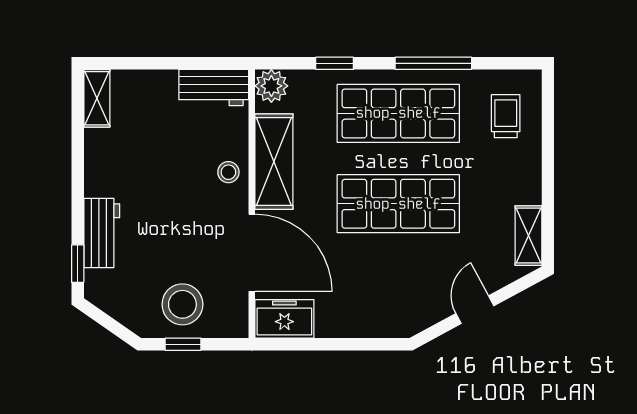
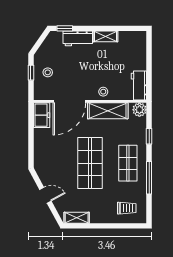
shelving: (97, 98) -> (105, 36), moved
shop shelf: (398, 113) -> (128, 163), width x0.70, depth x0.74
stool: (182, 304) -> (48, 72), width x0.53, depth x0.53

